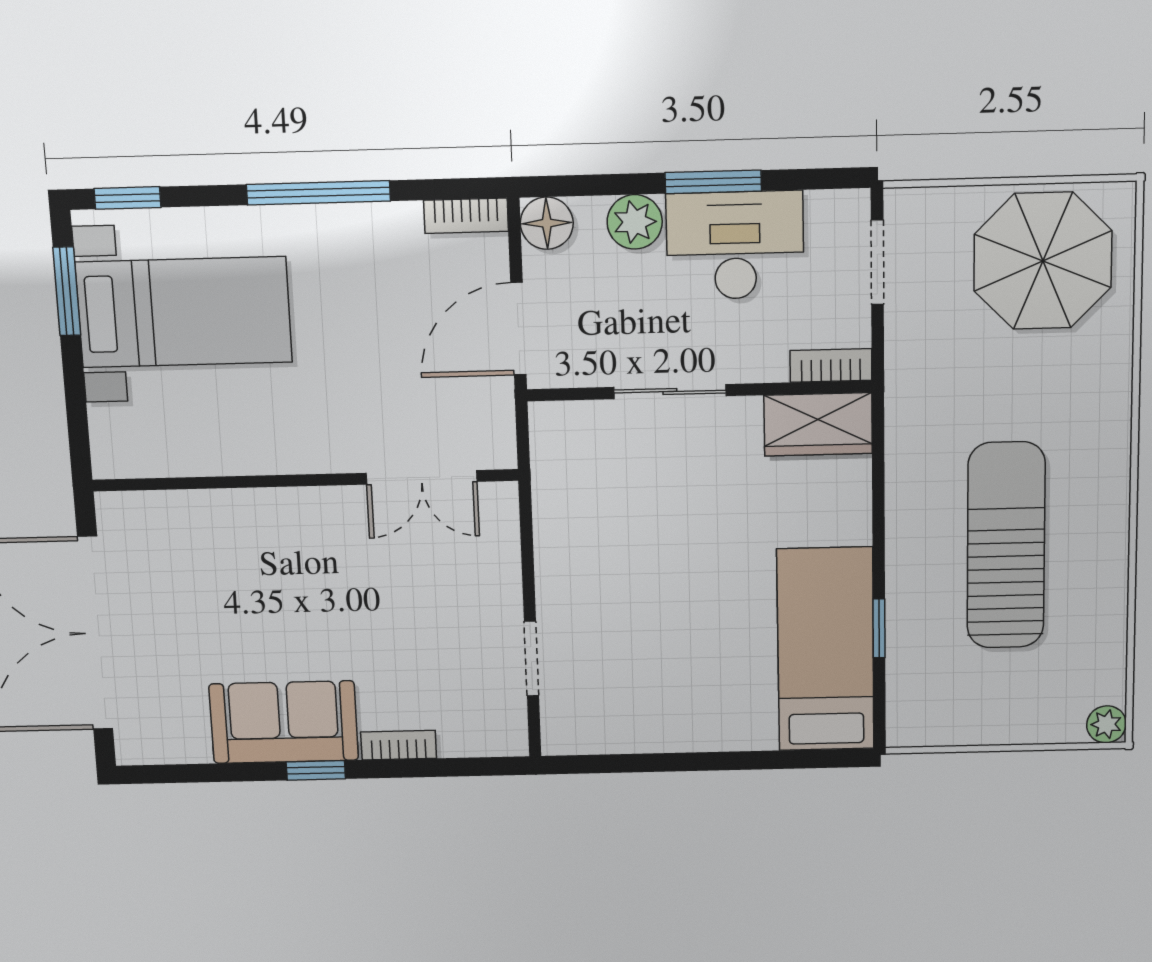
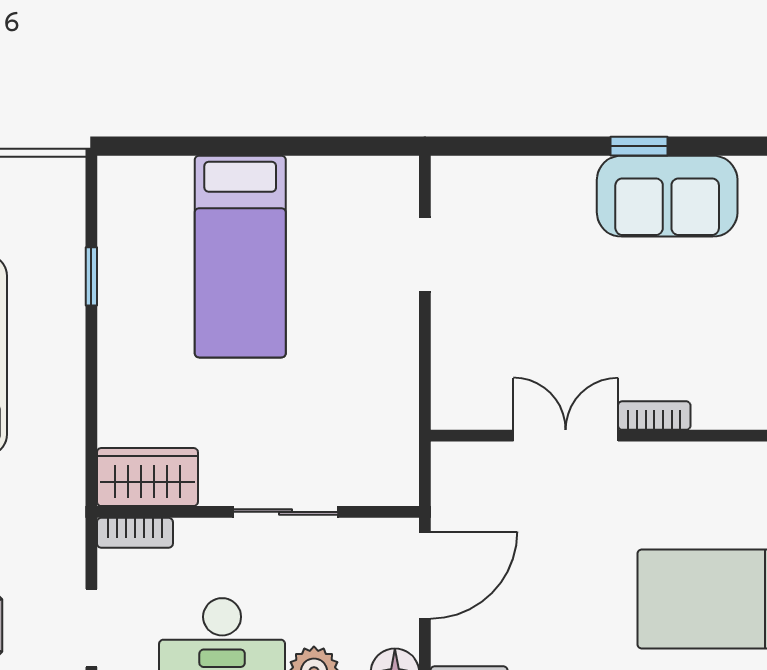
double door: (422, 477) -> (566, 436), moved
bed: (826, 649) -> (240, 257), moved
bookcase: (399, 745) -> (654, 416), moved, turned 180

